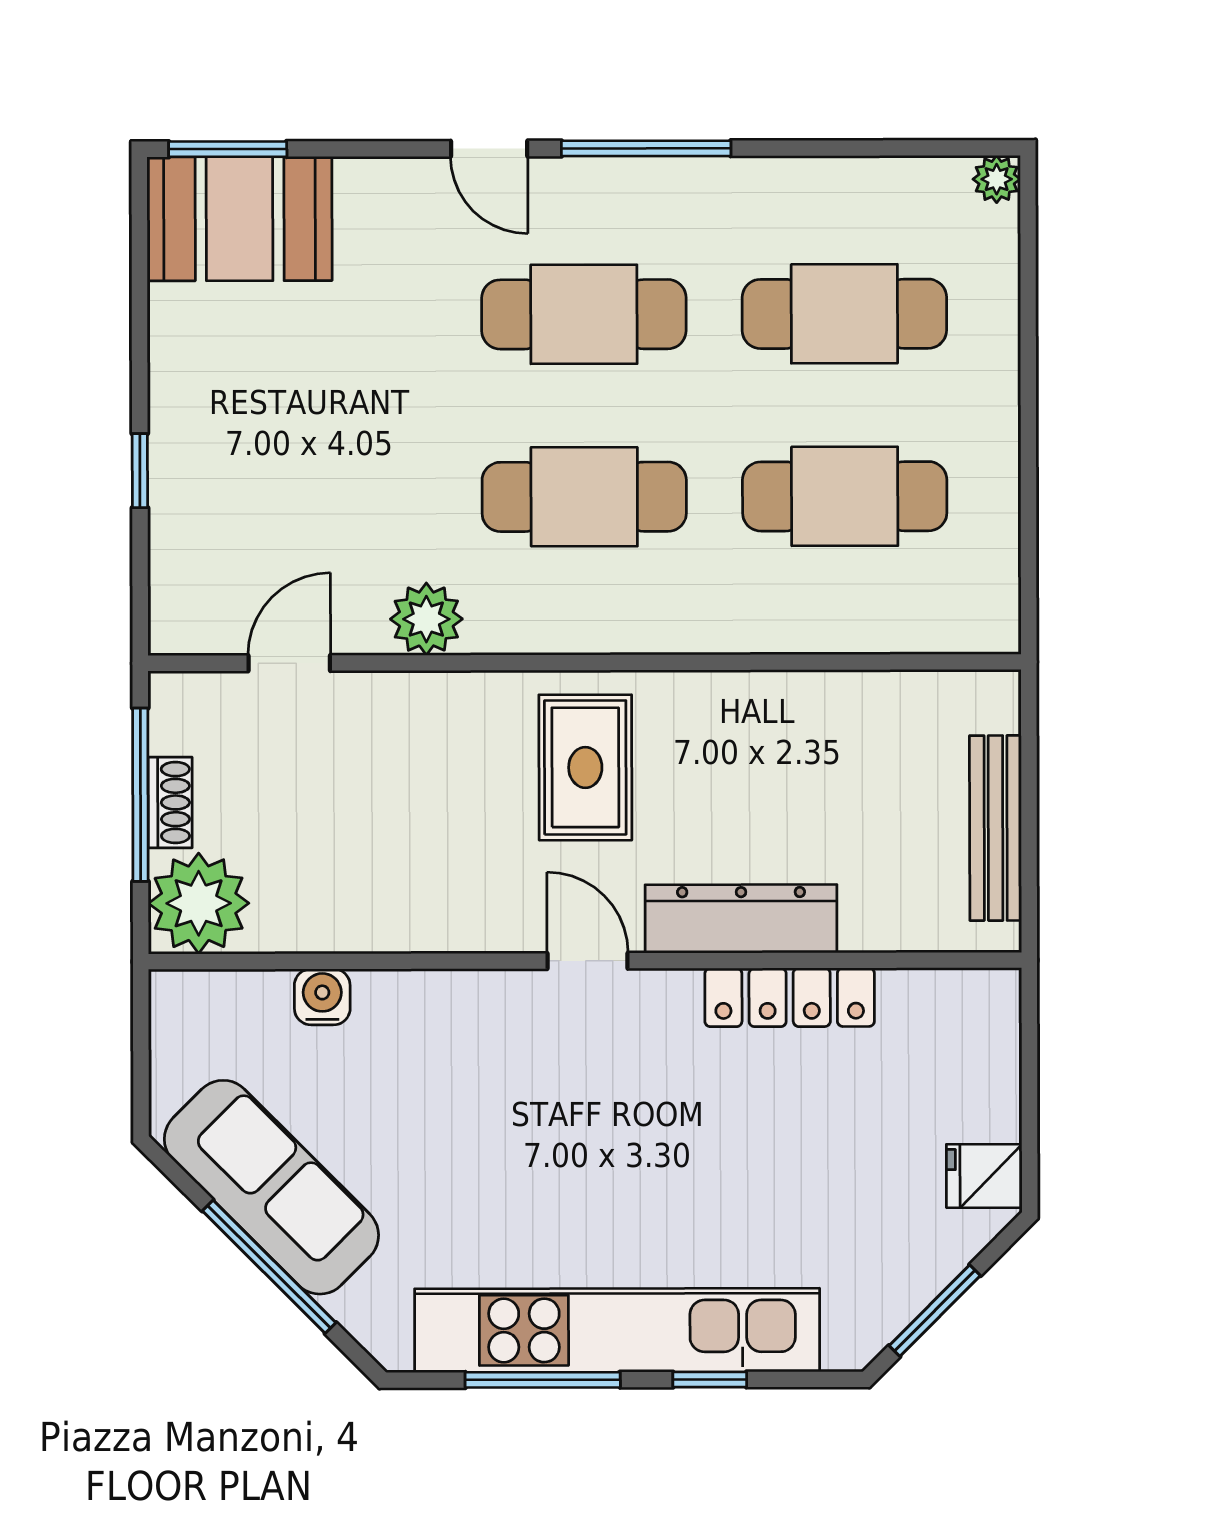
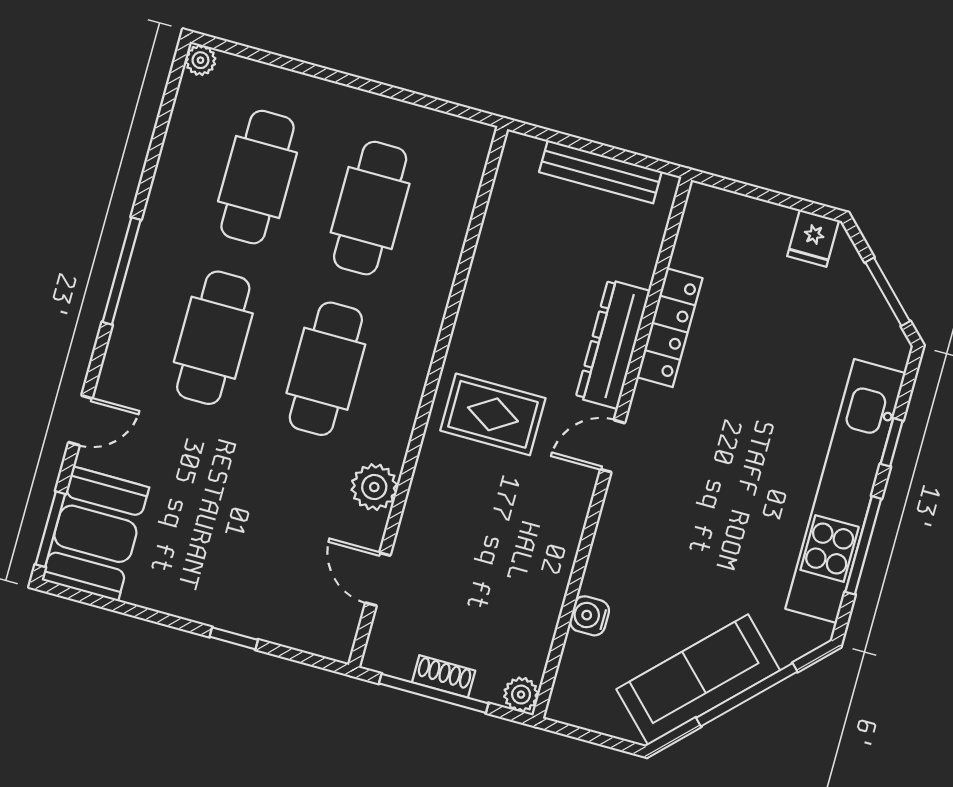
door: (489, 149) -> (80, 420), moved
plant: (199, 903) -> (521, 695), width x0.53, depth x0.53

